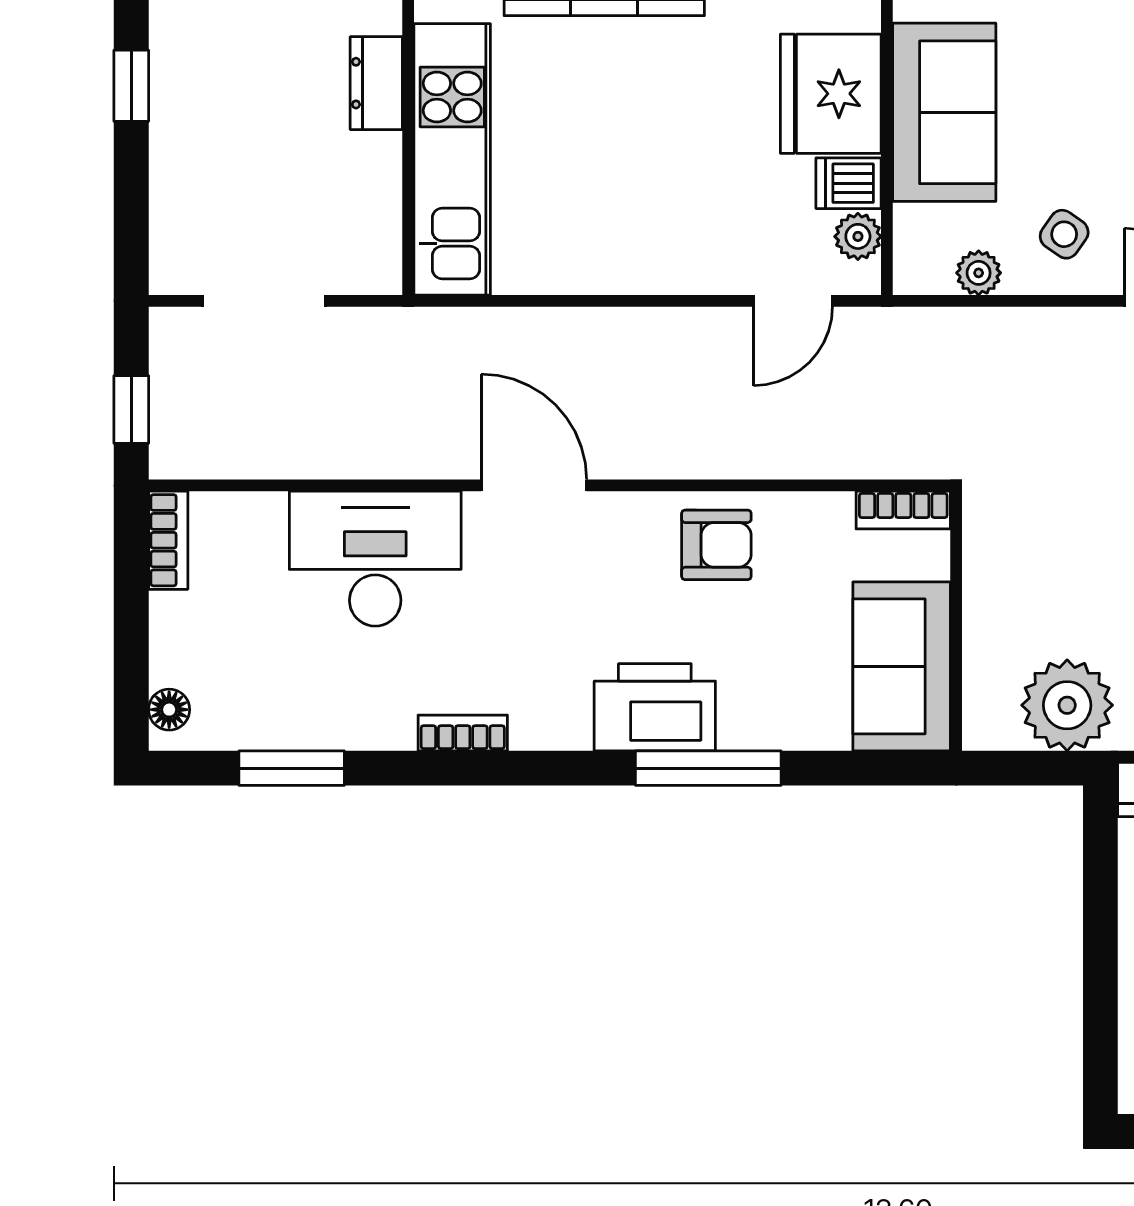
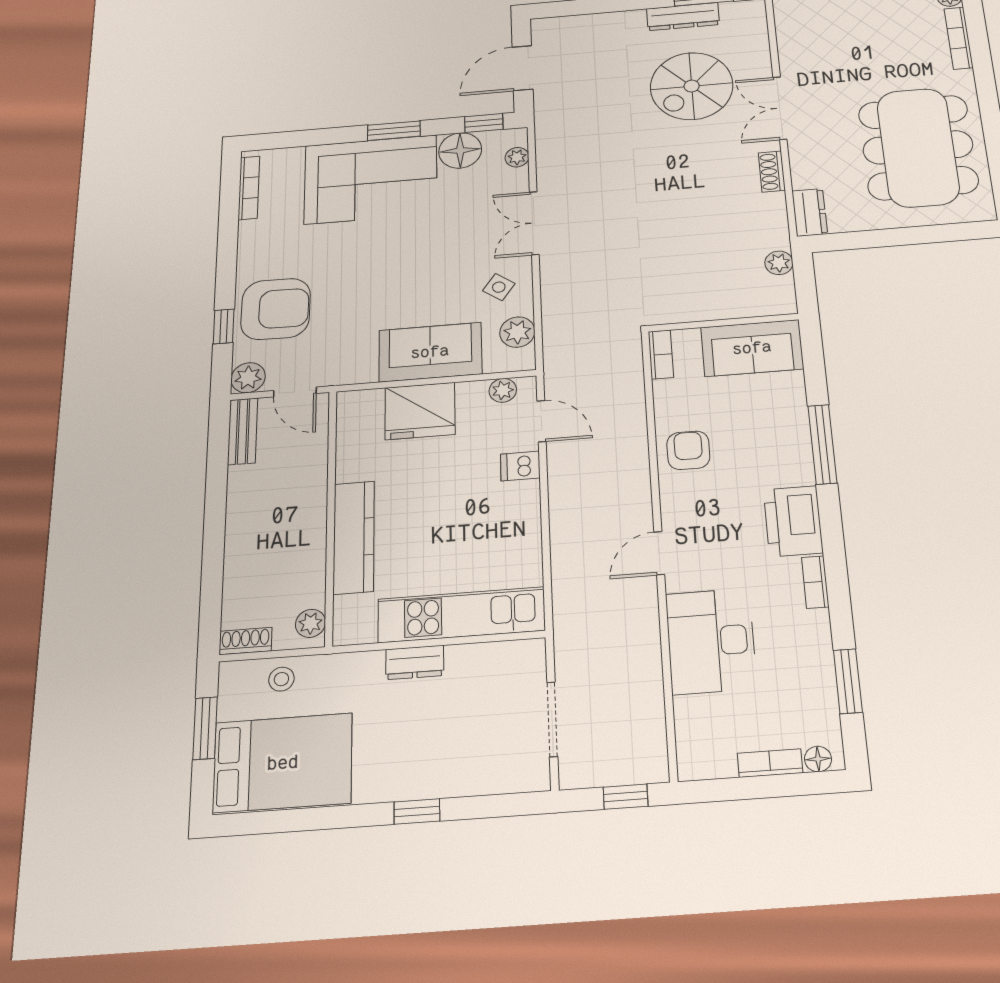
dishwasher: (849, 183) -> (520, 466), moved, turned 90
plant: (979, 273) -> (517, 332), width x1.38, depth x1.38
door: (534, 485) -> (659, 553), width x0.73
bookcase: (168, 540) -> (770, 763), moved
plant: (1067, 705) -> (779, 263), width x0.53, depth x0.53
printer: (655, 707) -> (793, 521), moved

